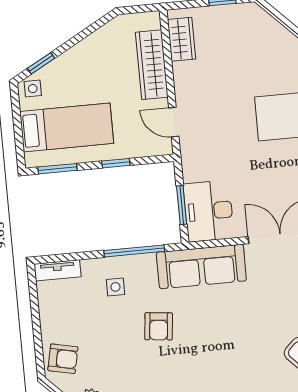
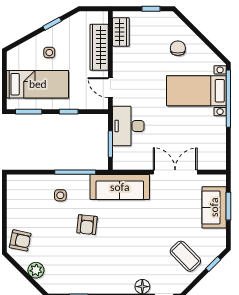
chair: (267, 55) -> (178, 48), added
window: (41, 63) -> (52, 24), moved
side table: (33, 89) -> (49, 53), moved
desk: (209, 211) -> (128, 126), moved
tv unit: (58, 270) -> (22, 180), removed

